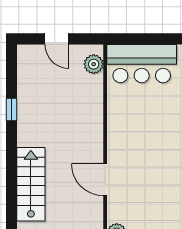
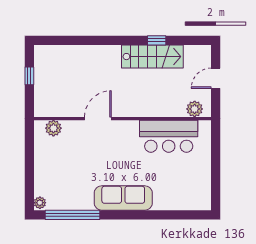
bar counter: (142, 64) -> (169, 136), moved, turned -90
stairs: (31, 184) -> (152, 57), moved

